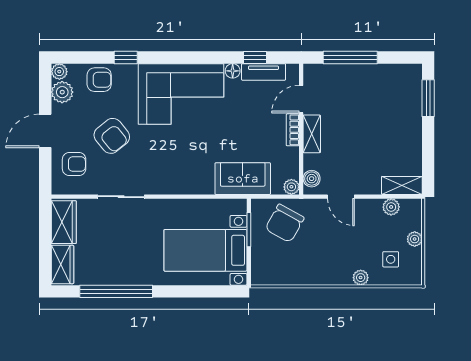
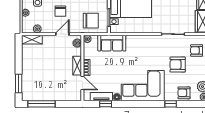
window: (350, 58) -> (41, 104), moved
door: (301, 99) -> (82, 83), hinge flipped
armchair: (112, 136) -> (178, 65), turned -51
door: (341, 197) -> (62, 34), hinge flipped
chair: (285, 223) -> (91, 21), turned 61
chair: (345, 242) -> (60, 11), added

